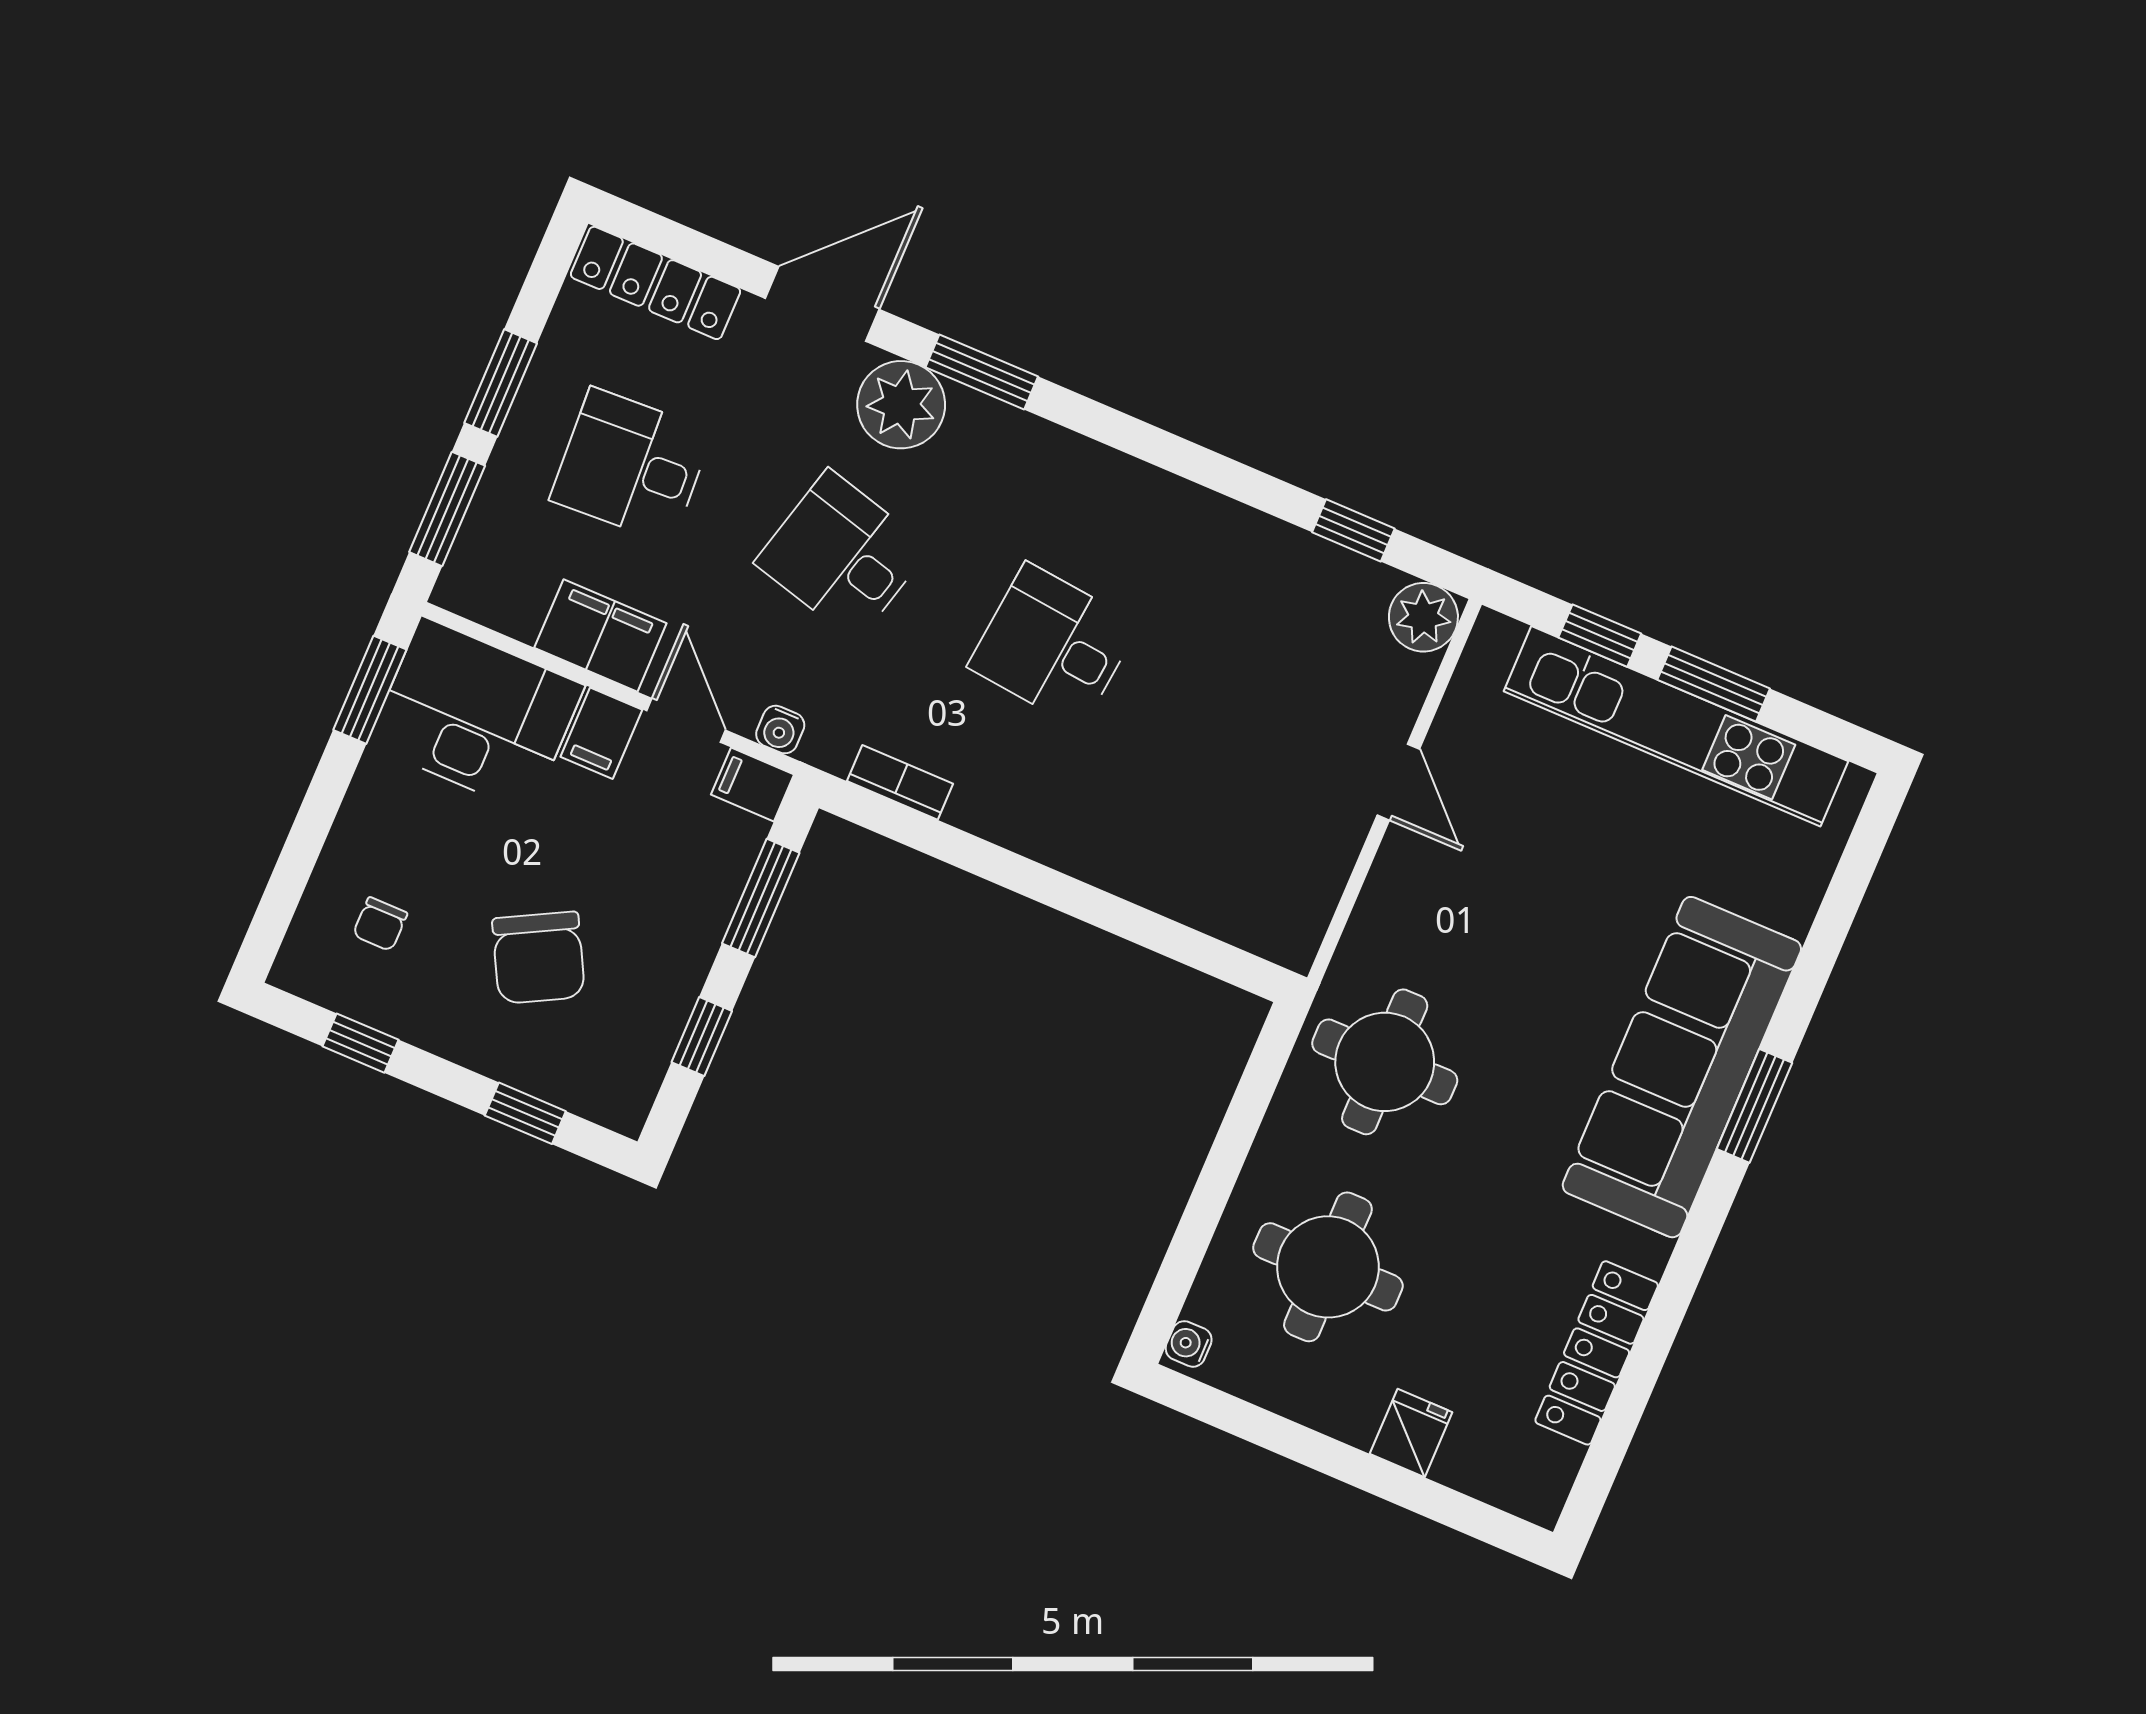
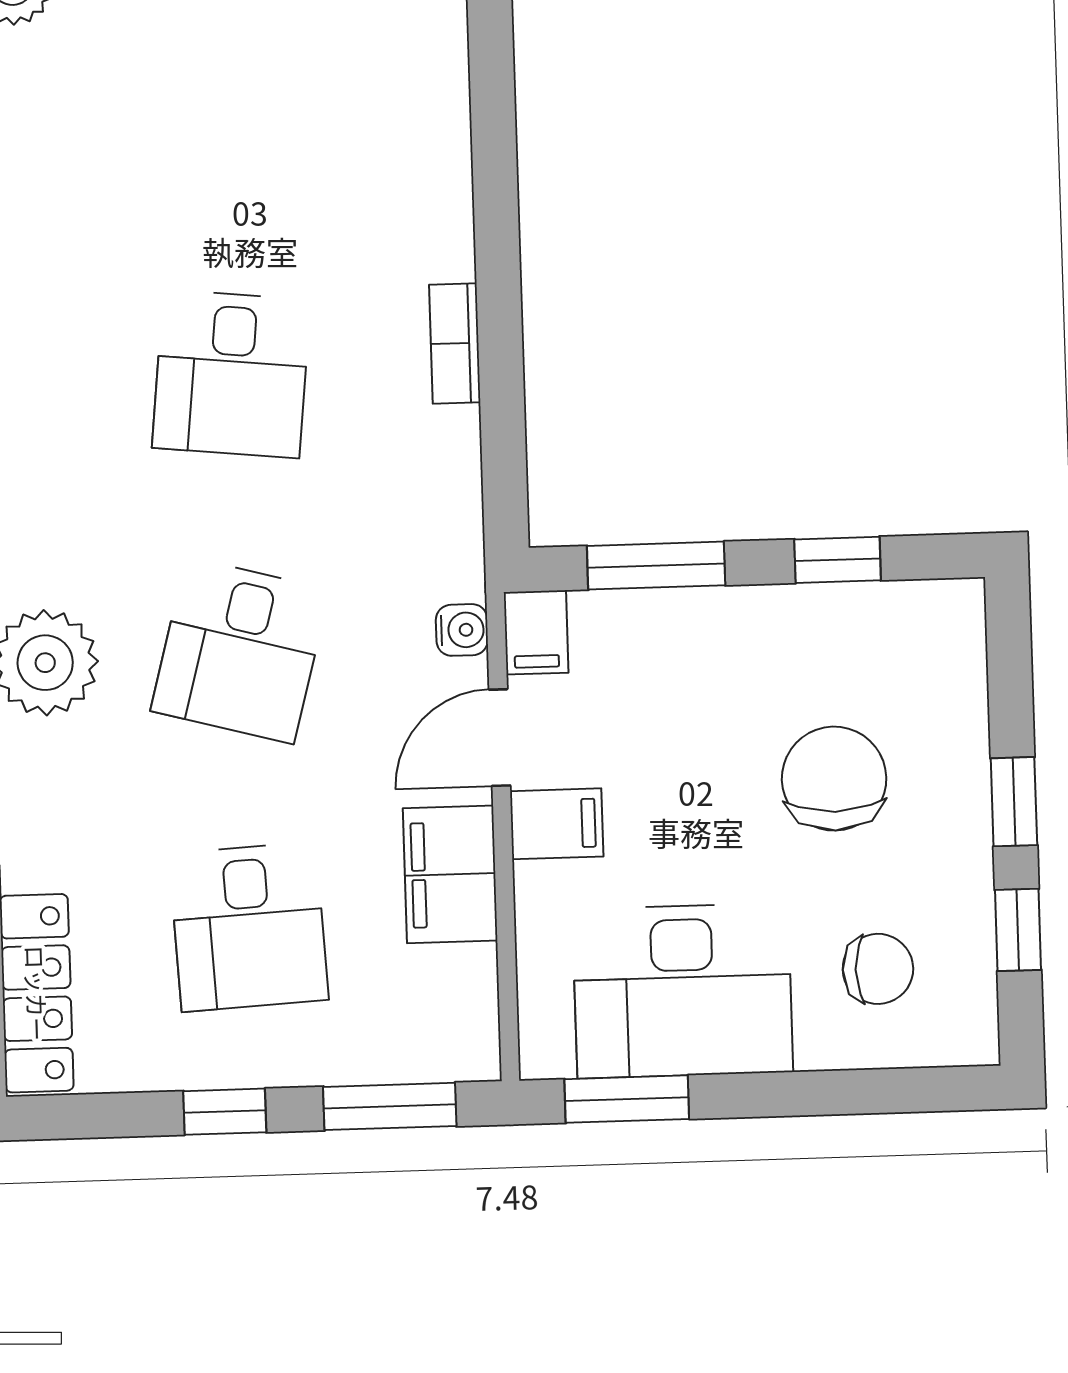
window: (501, 383) -> (225, 1112), width x0.67
desk: (476, 715) -> (683, 991), moved, turned -90
bookcase: (900, 782) -> (455, 343), moved
chair: (380, 924) -> (878, 969), width x1.37, depth x1.37
chair: (539, 958) -> (834, 779), turned -62
window: (525, 1113) -> (1014, 802), moved

